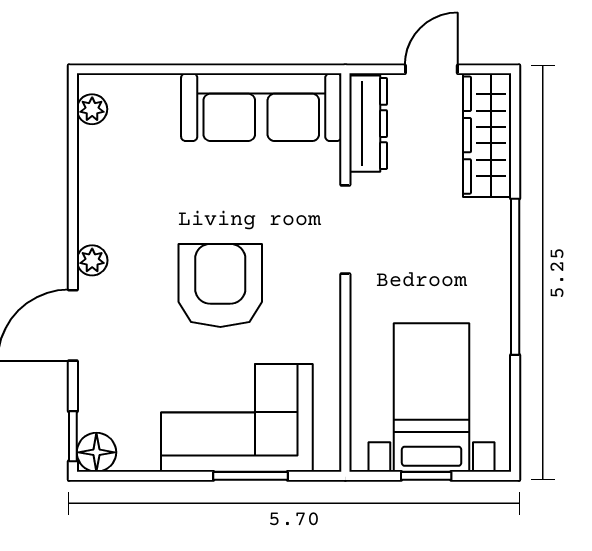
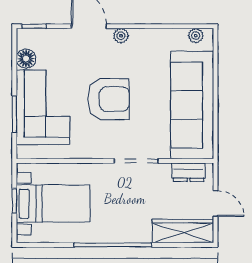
sofa: (261, 107) -> (192, 105), width x1.36, depth x1.27
dresser: (368, 124) -> (189, 172), width x0.70
floor lamp: (96, 452) -> (26, 59), moved

